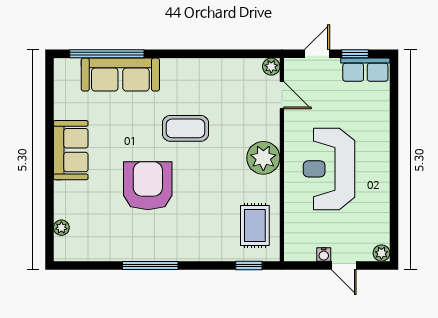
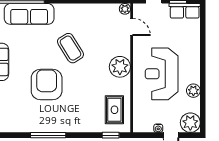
coffee table: (186, 128) -> (70, 48), turned 58
plant: (379, 195) -> (193, 91), added
plant: (381, 253) -> (190, 123), width x1.88, depth x1.88

